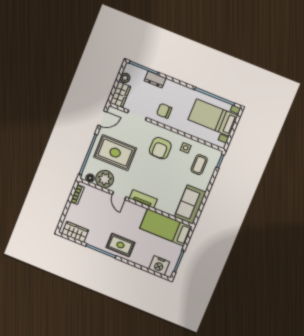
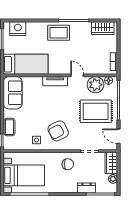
door: (102, 119) -> (118, 136), hinge flipped
armchair: (160, 148) -> (58, 131), turned -116
coffee table: (199, 165) -> (9, 127), moved

